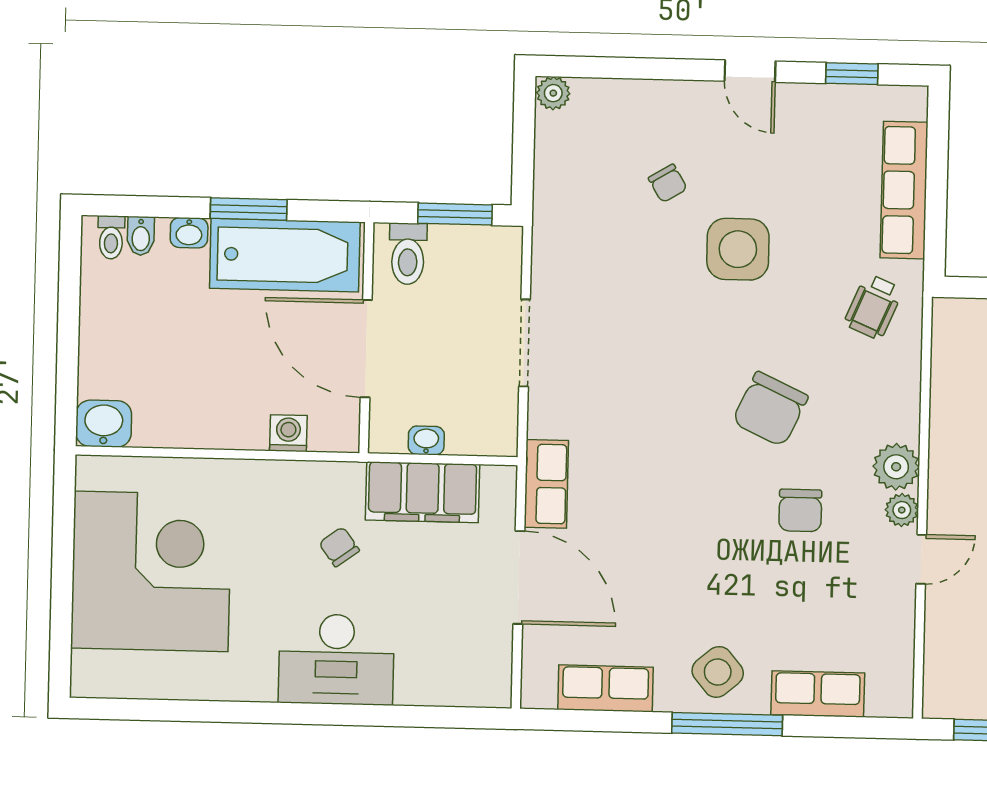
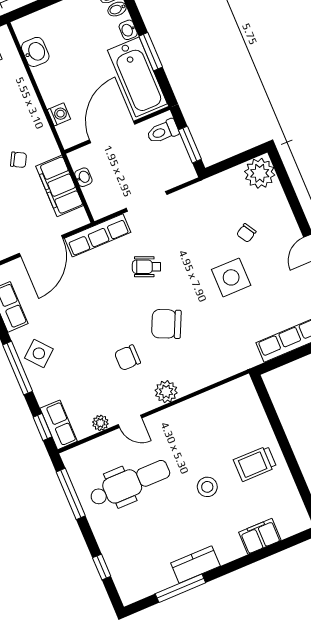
plant: (553, 93) -> (260, 173), width x1.87, depth x1.87
wheelchair: (873, 307) -> (147, 267), moved
washbasin: (104, 424) -> (35, 52), moved
row of seats: (546, 484) -> (98, 235), width x1.48
plant: (902, 510) -> (100, 423), moved
chair: (339, 547) -> (19, 160), turned 65
row of seats: (818, 694) -> (59, 425), moved
window: (858, 727) -> (43, 427), added

